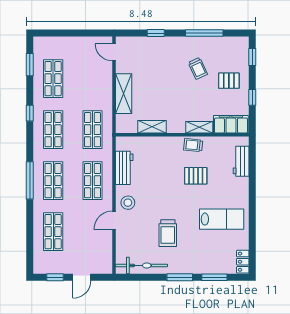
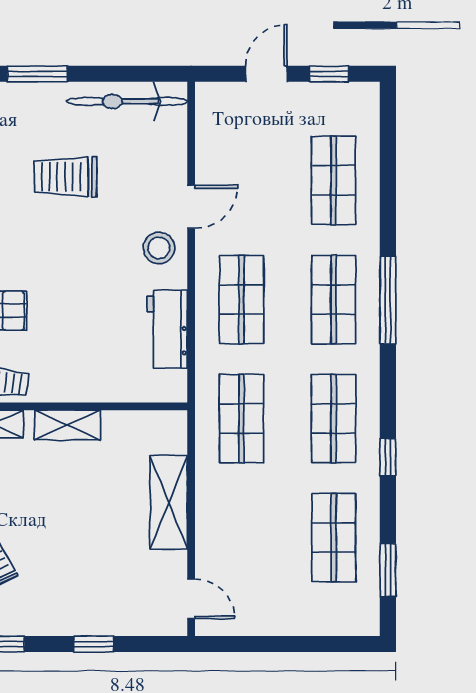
shelving: (152, 127) -> (67, 425), moved
trolley: (168, 233) -> (66, 177), turned -90

